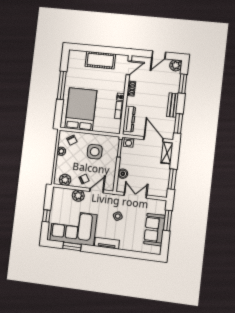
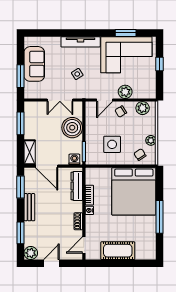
bed: (81, 109) -> (134, 191), width x1.36
boiler: (123, 174) -> (72, 128), width x1.86, depth x1.86
tv unit: (107, 243) -> (81, 42), width x1.41

